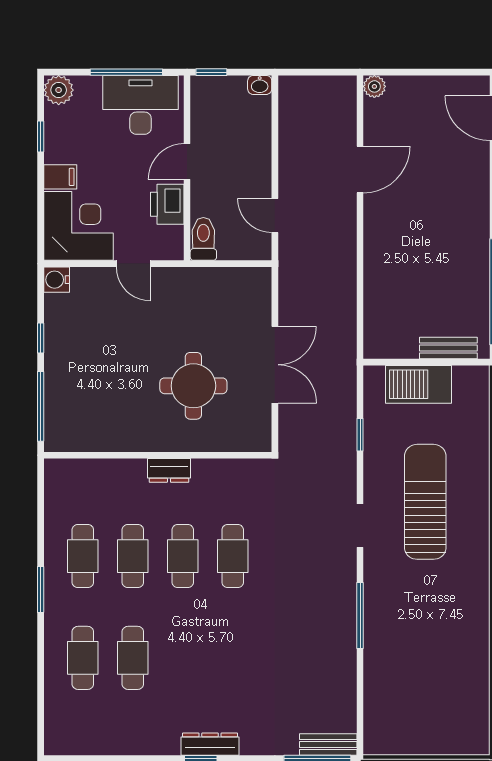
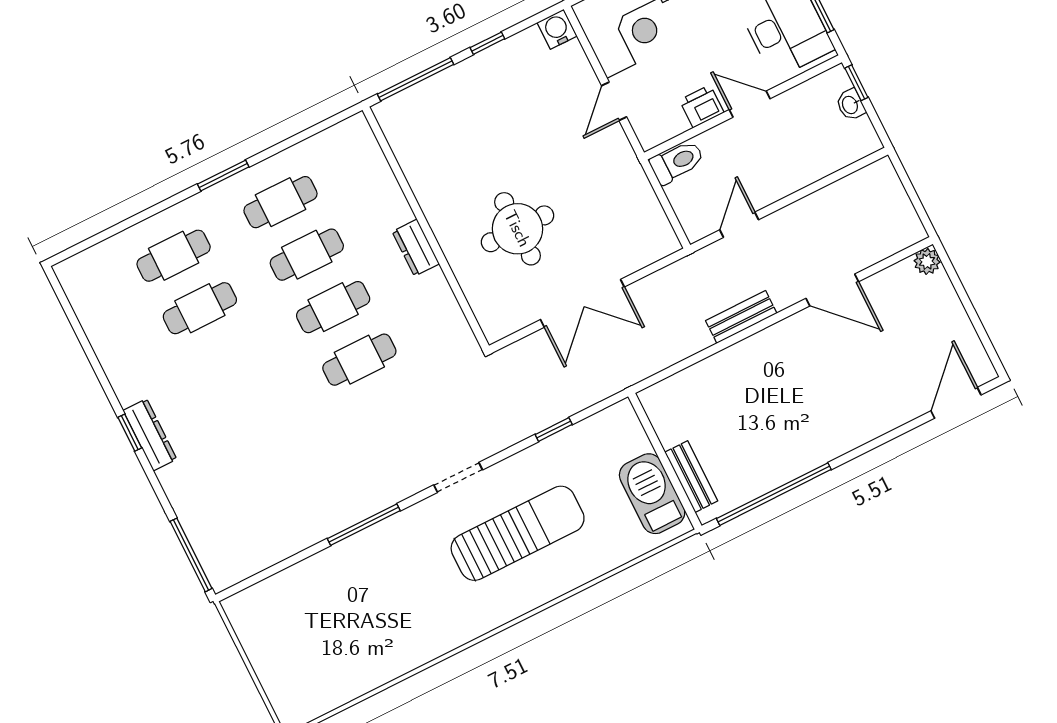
washbasin: (260, 85) -> (851, 105), moved
printer: (167, 204) -> (702, 106), width x0.73, depth x0.81
barbecue: (418, 384) -> (652, 494), moved
bench: (328, 745) -> (741, 317), moved, turned 90

